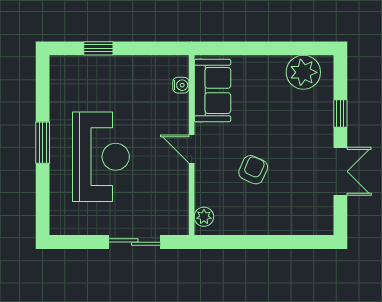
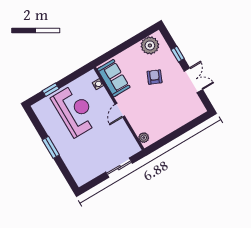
door: (192, 149) -> (120, 110), hinge flipped
reception desk: (101, 157) -> (75, 111), moved
armchair: (253, 170) -> (154, 77), moved

